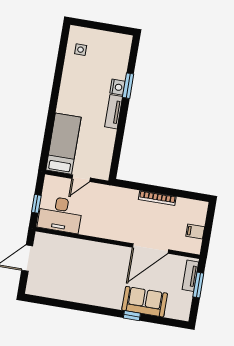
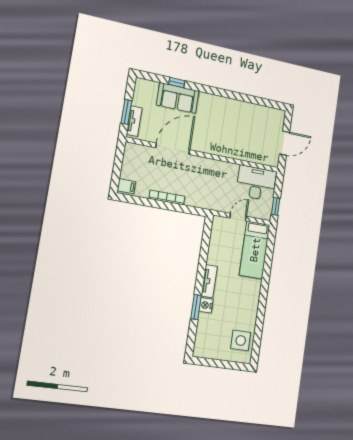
side table: (81, 50) -> (241, 340), width x1.87, depth x1.87
window: (36, 204) -> (276, 206), moved
filing cabinet: (195, 232) -> (126, 186), moved
window: (132, 316) -> (177, 83), moved

